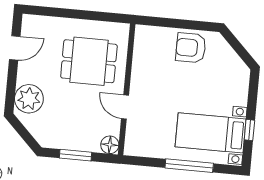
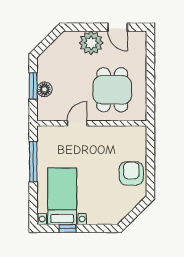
plant: (29, 99) -> (91, 43), moved
floor lamp: (110, 145) -> (44, 89), moved
window: (189, 166) -> (33, 162), moved

